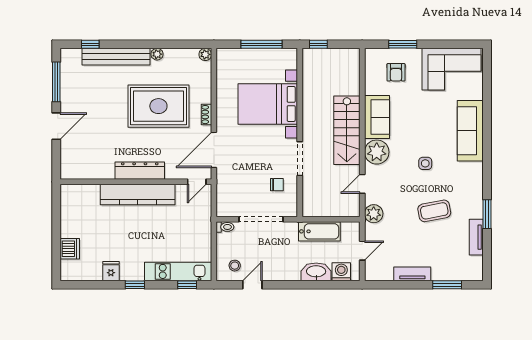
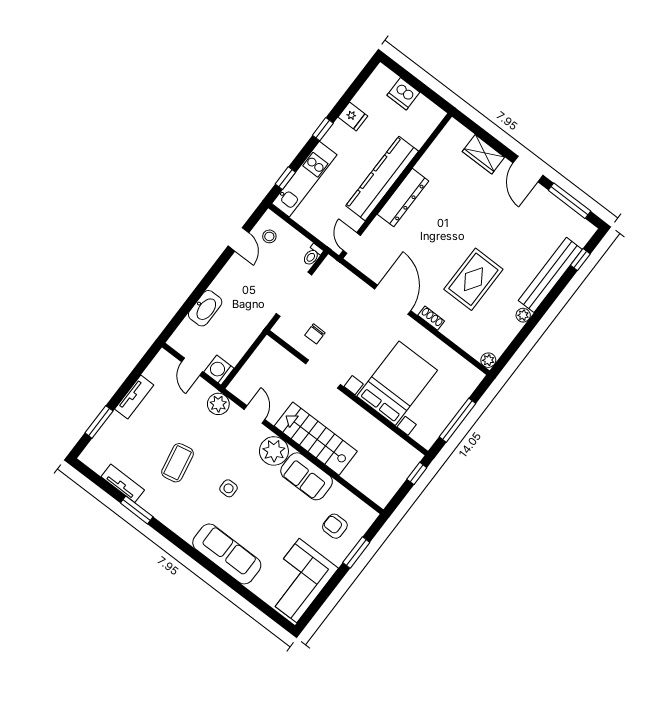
rug: (158, 106) -> (473, 279), width x0.73, depth x0.69
wardrobe: (69, 164) -> (483, 154), added
dresser: (140, 171) -> (403, 198), moved
wall: (136, 182) -> (395, 186), moved
door: (197, 182) -> (352, 243), moved
kitchen counter: (138, 195) -> (382, 178), moved
bathtub: (319, 231) -> (241, 340), removed
washing machine: (341, 272) -> (219, 370), moved, turned 180

